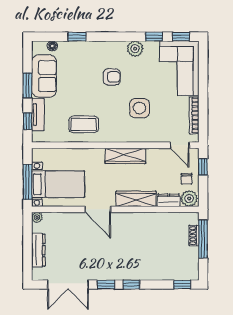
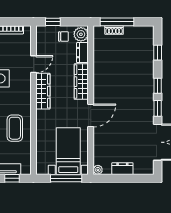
door: (180, 145) -> (33, 64), moved
dresser: (38, 250) -> (122, 169), width x0.70
window: (182, 285) -> (158, 53), moved

